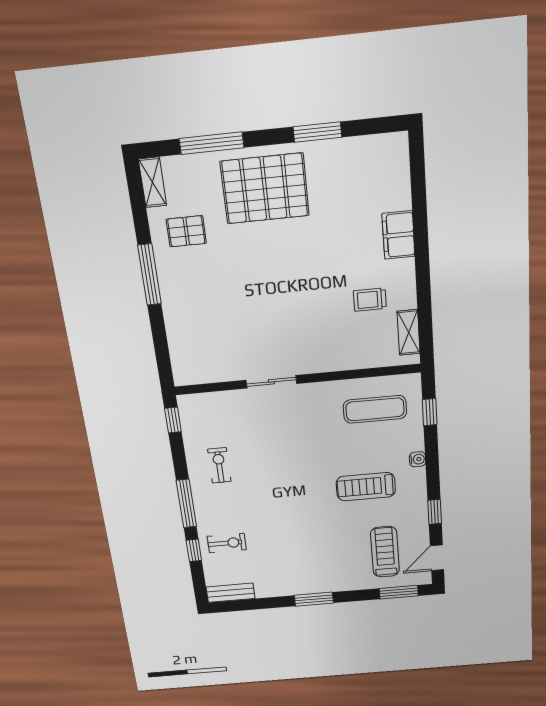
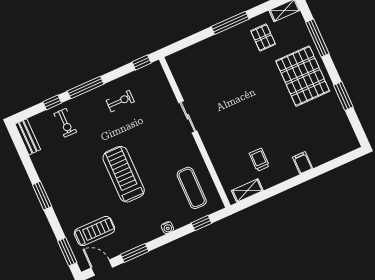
filing cabinet: (398, 235) -> (303, 163), width x0.50
treadmill: (366, 487) -> (124, 174), moved, width x1.37, depth x1.38
window: (435, 512) -> (135, 253), width x1.50

